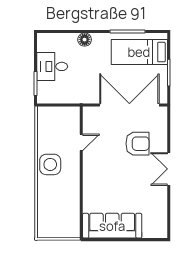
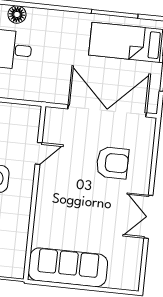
floor lamp: (85, 40) -> (17, 14), moved
double door: (169, 169) -> (148, 217), moved

